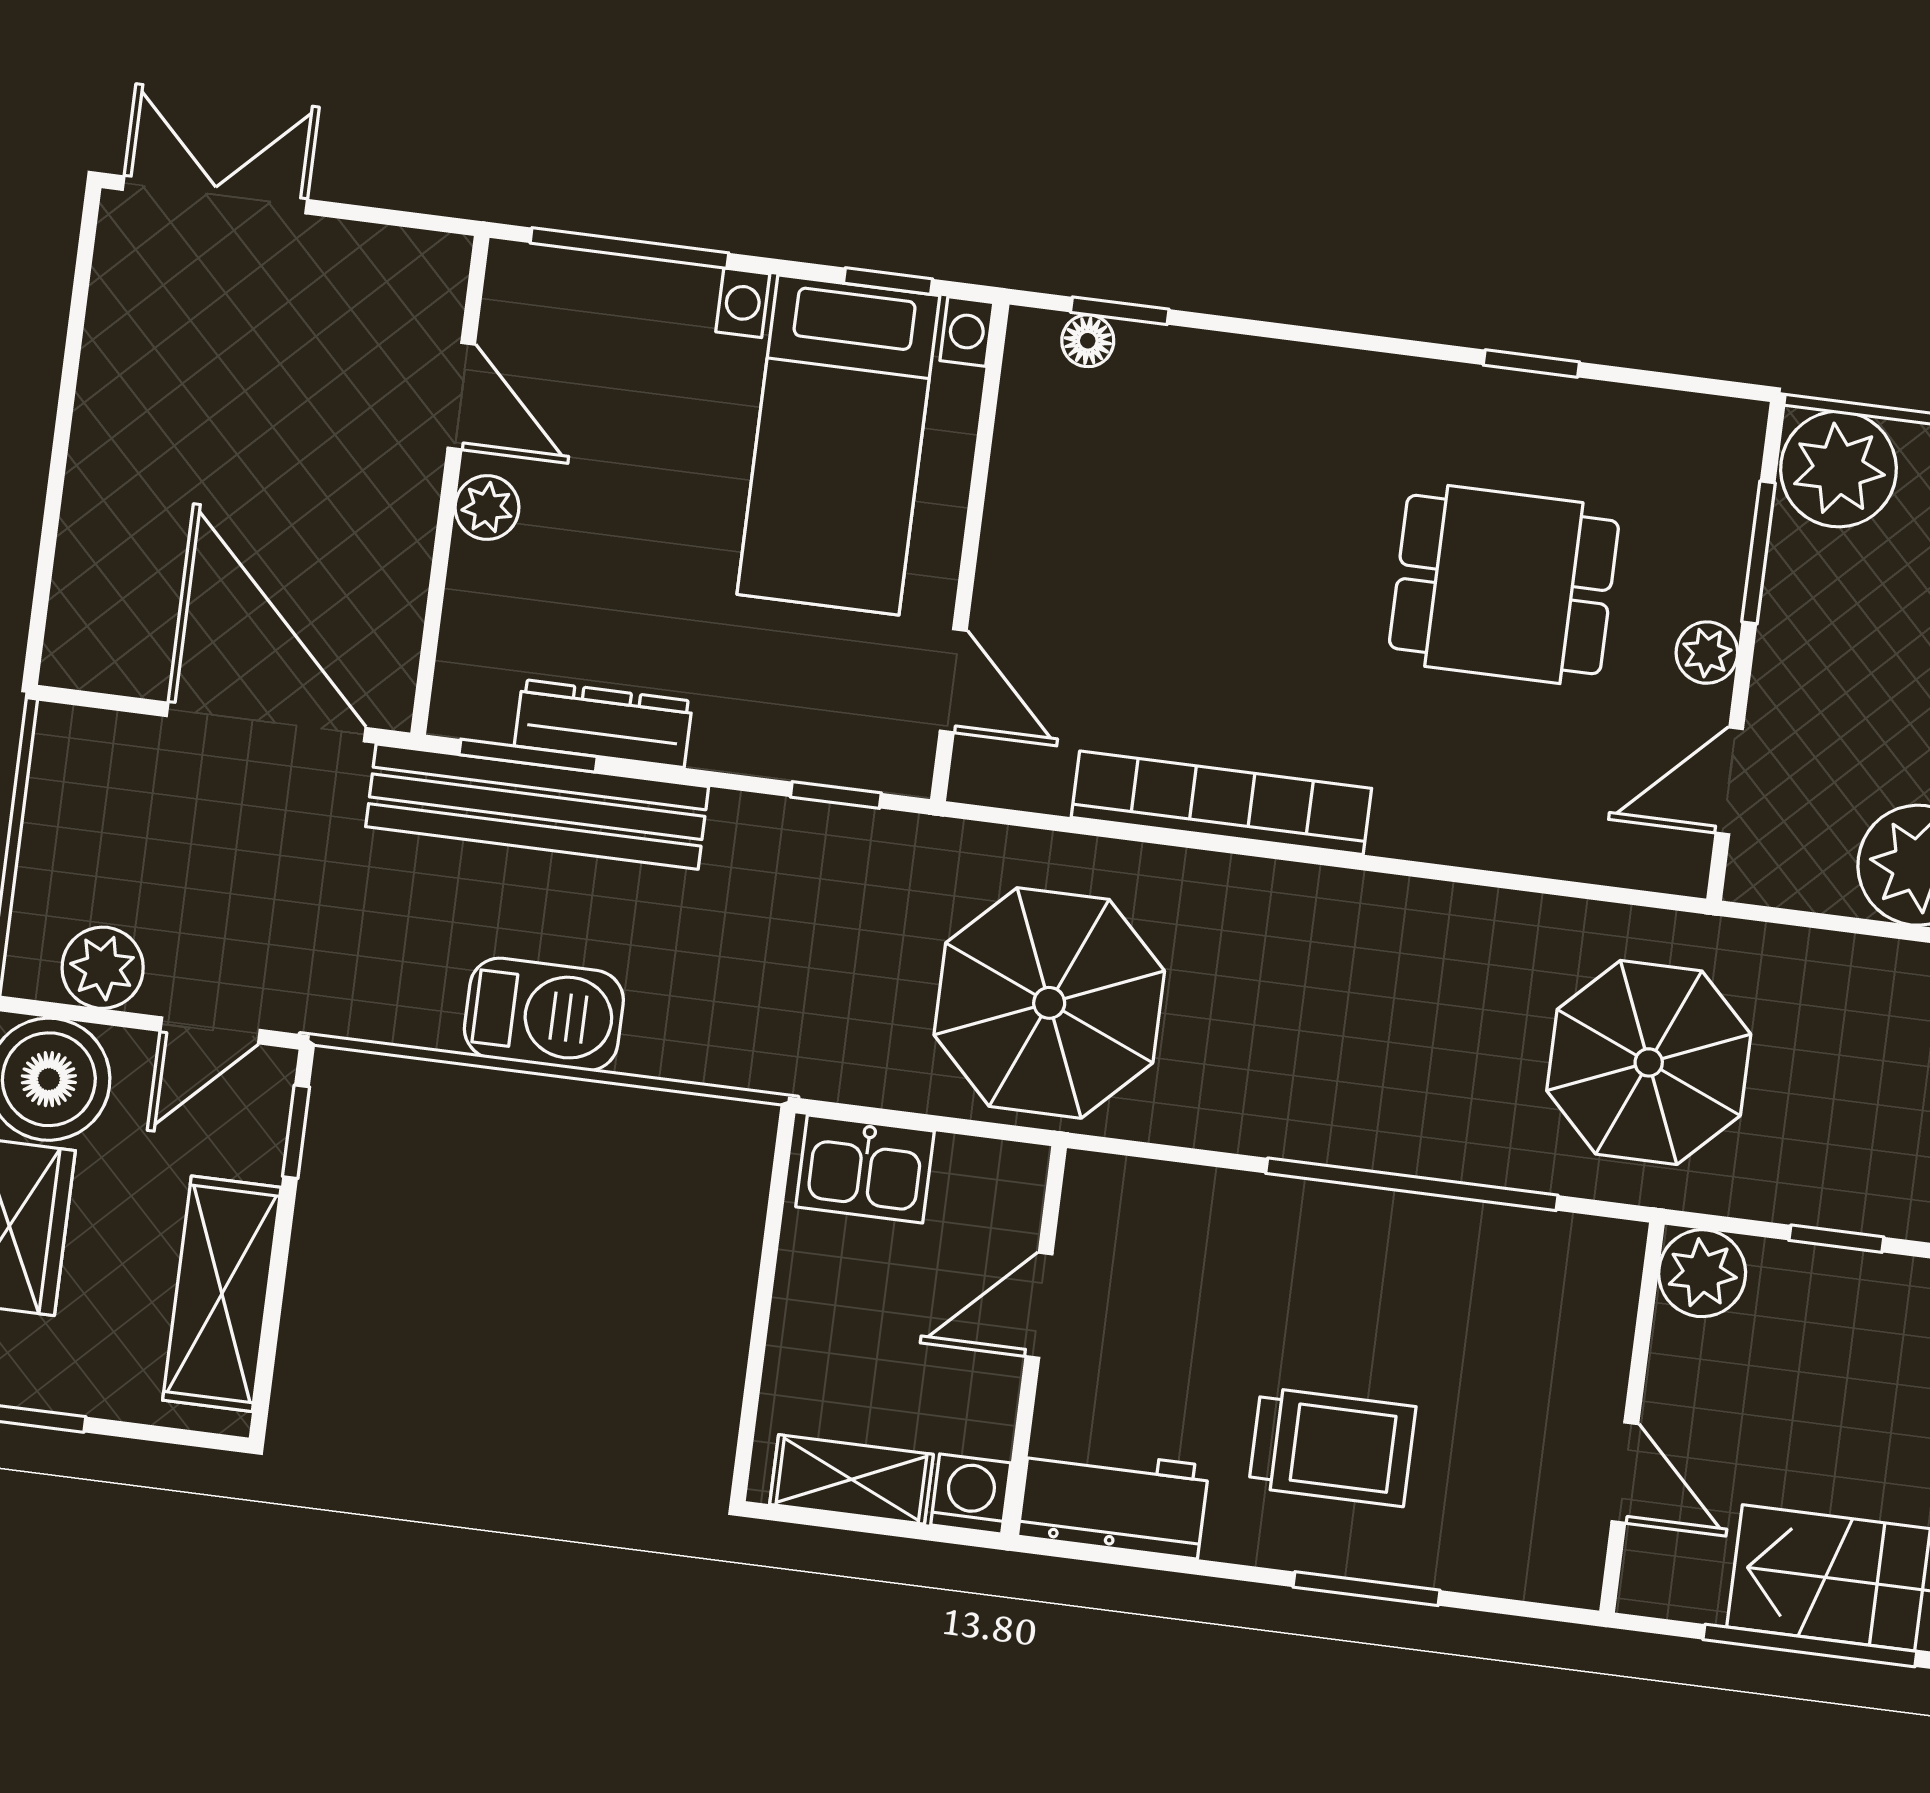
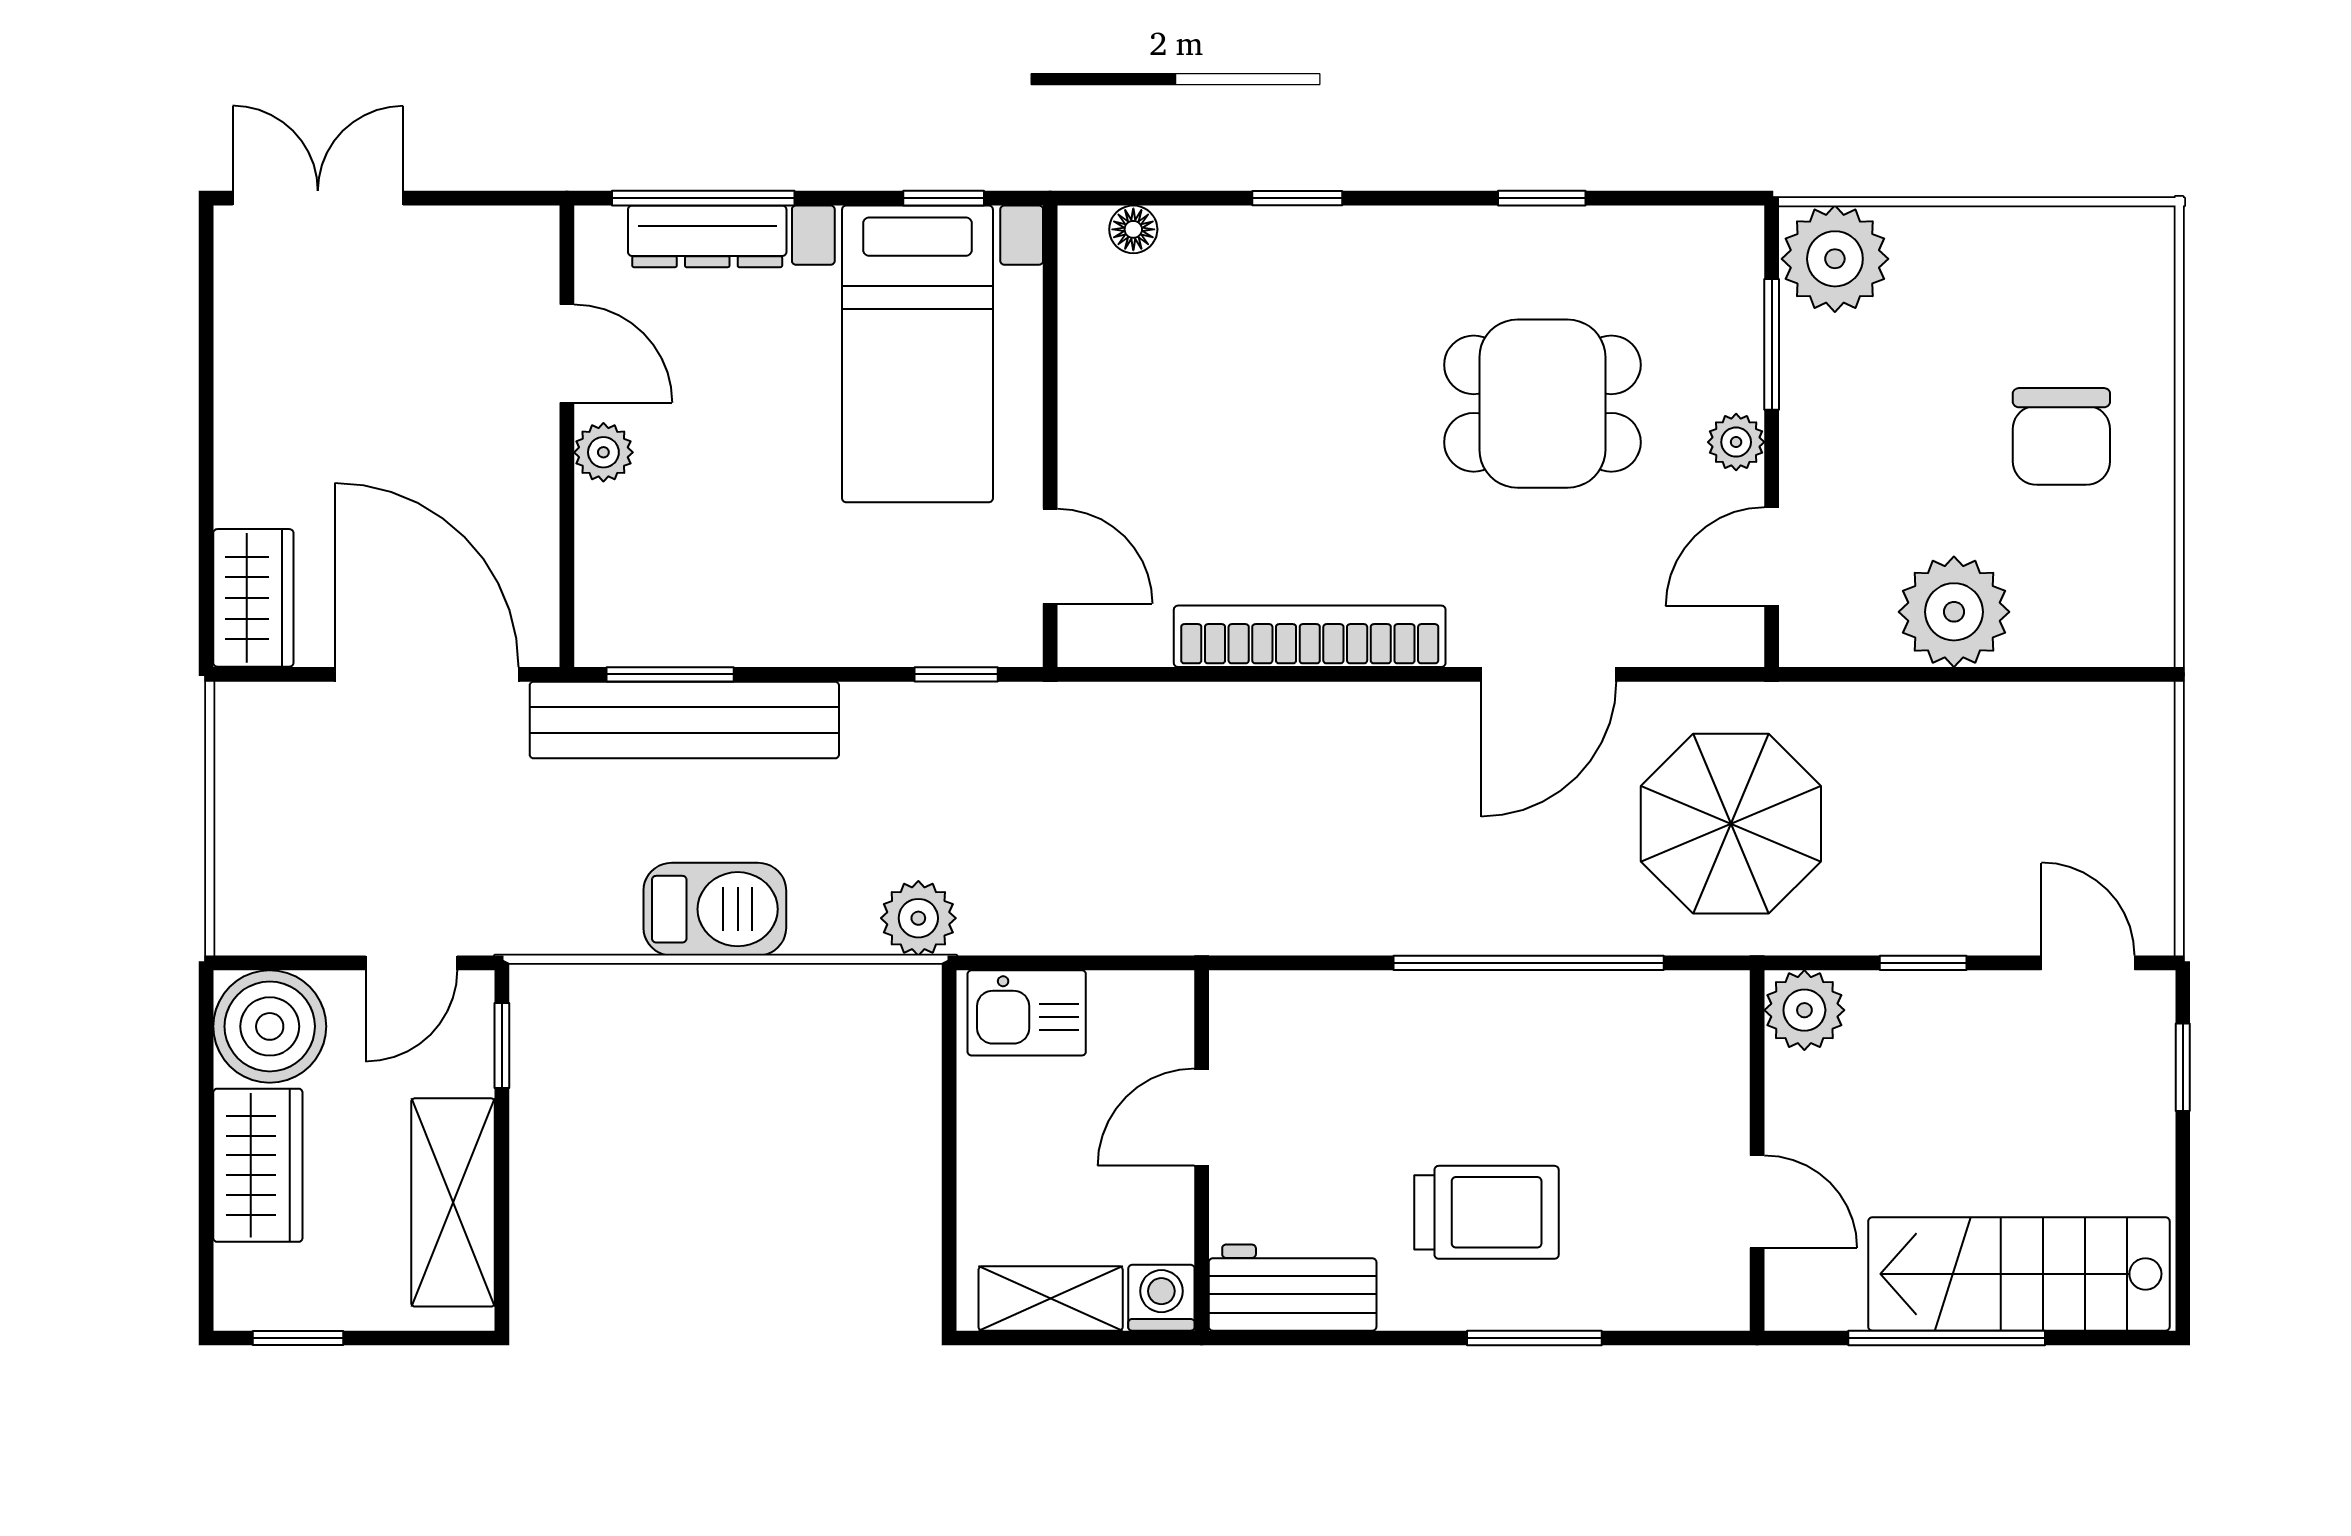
window: (1120, 311) -> (1297, 198), moved
wardrobe: (90, 616) -> (253, 598), added
dresser: (603, 724) -> (707, 236), moved, turned 180
door: (1473, 877) -> (1549, 674), added
plant: (103, 968) -> (918, 918), moved
parasol: (1049, 1003) -> (1176, 839), removed

